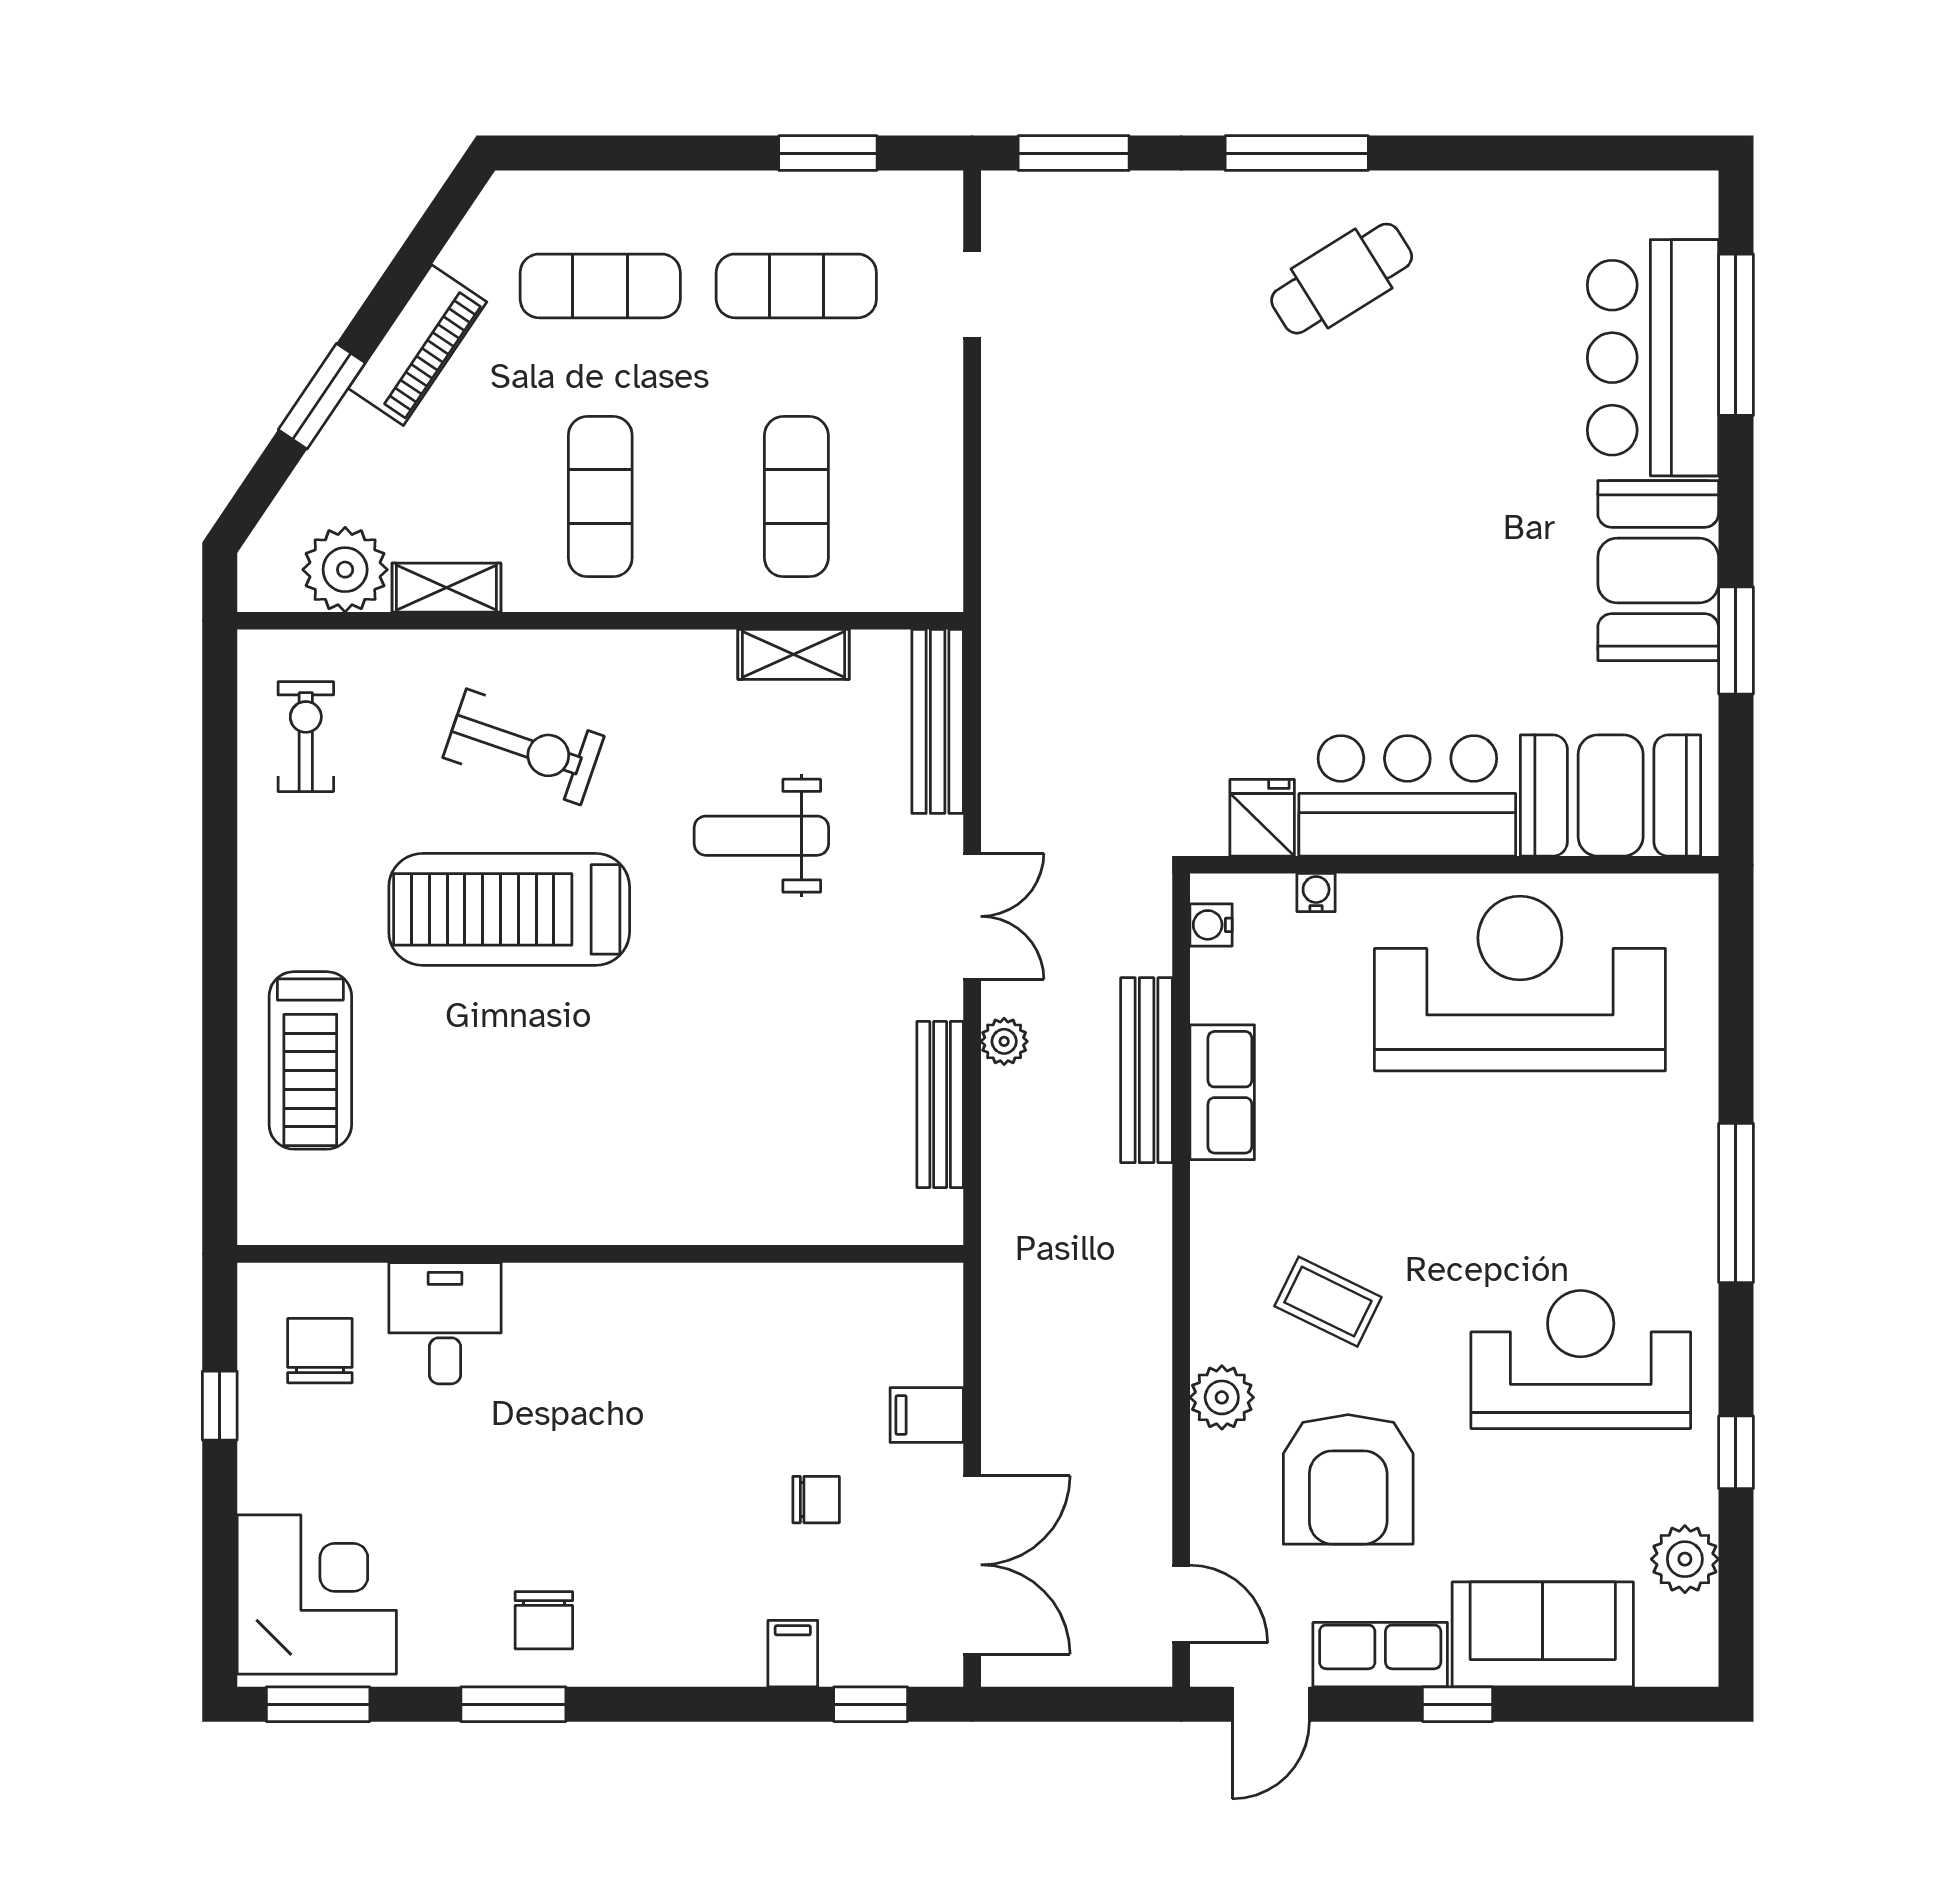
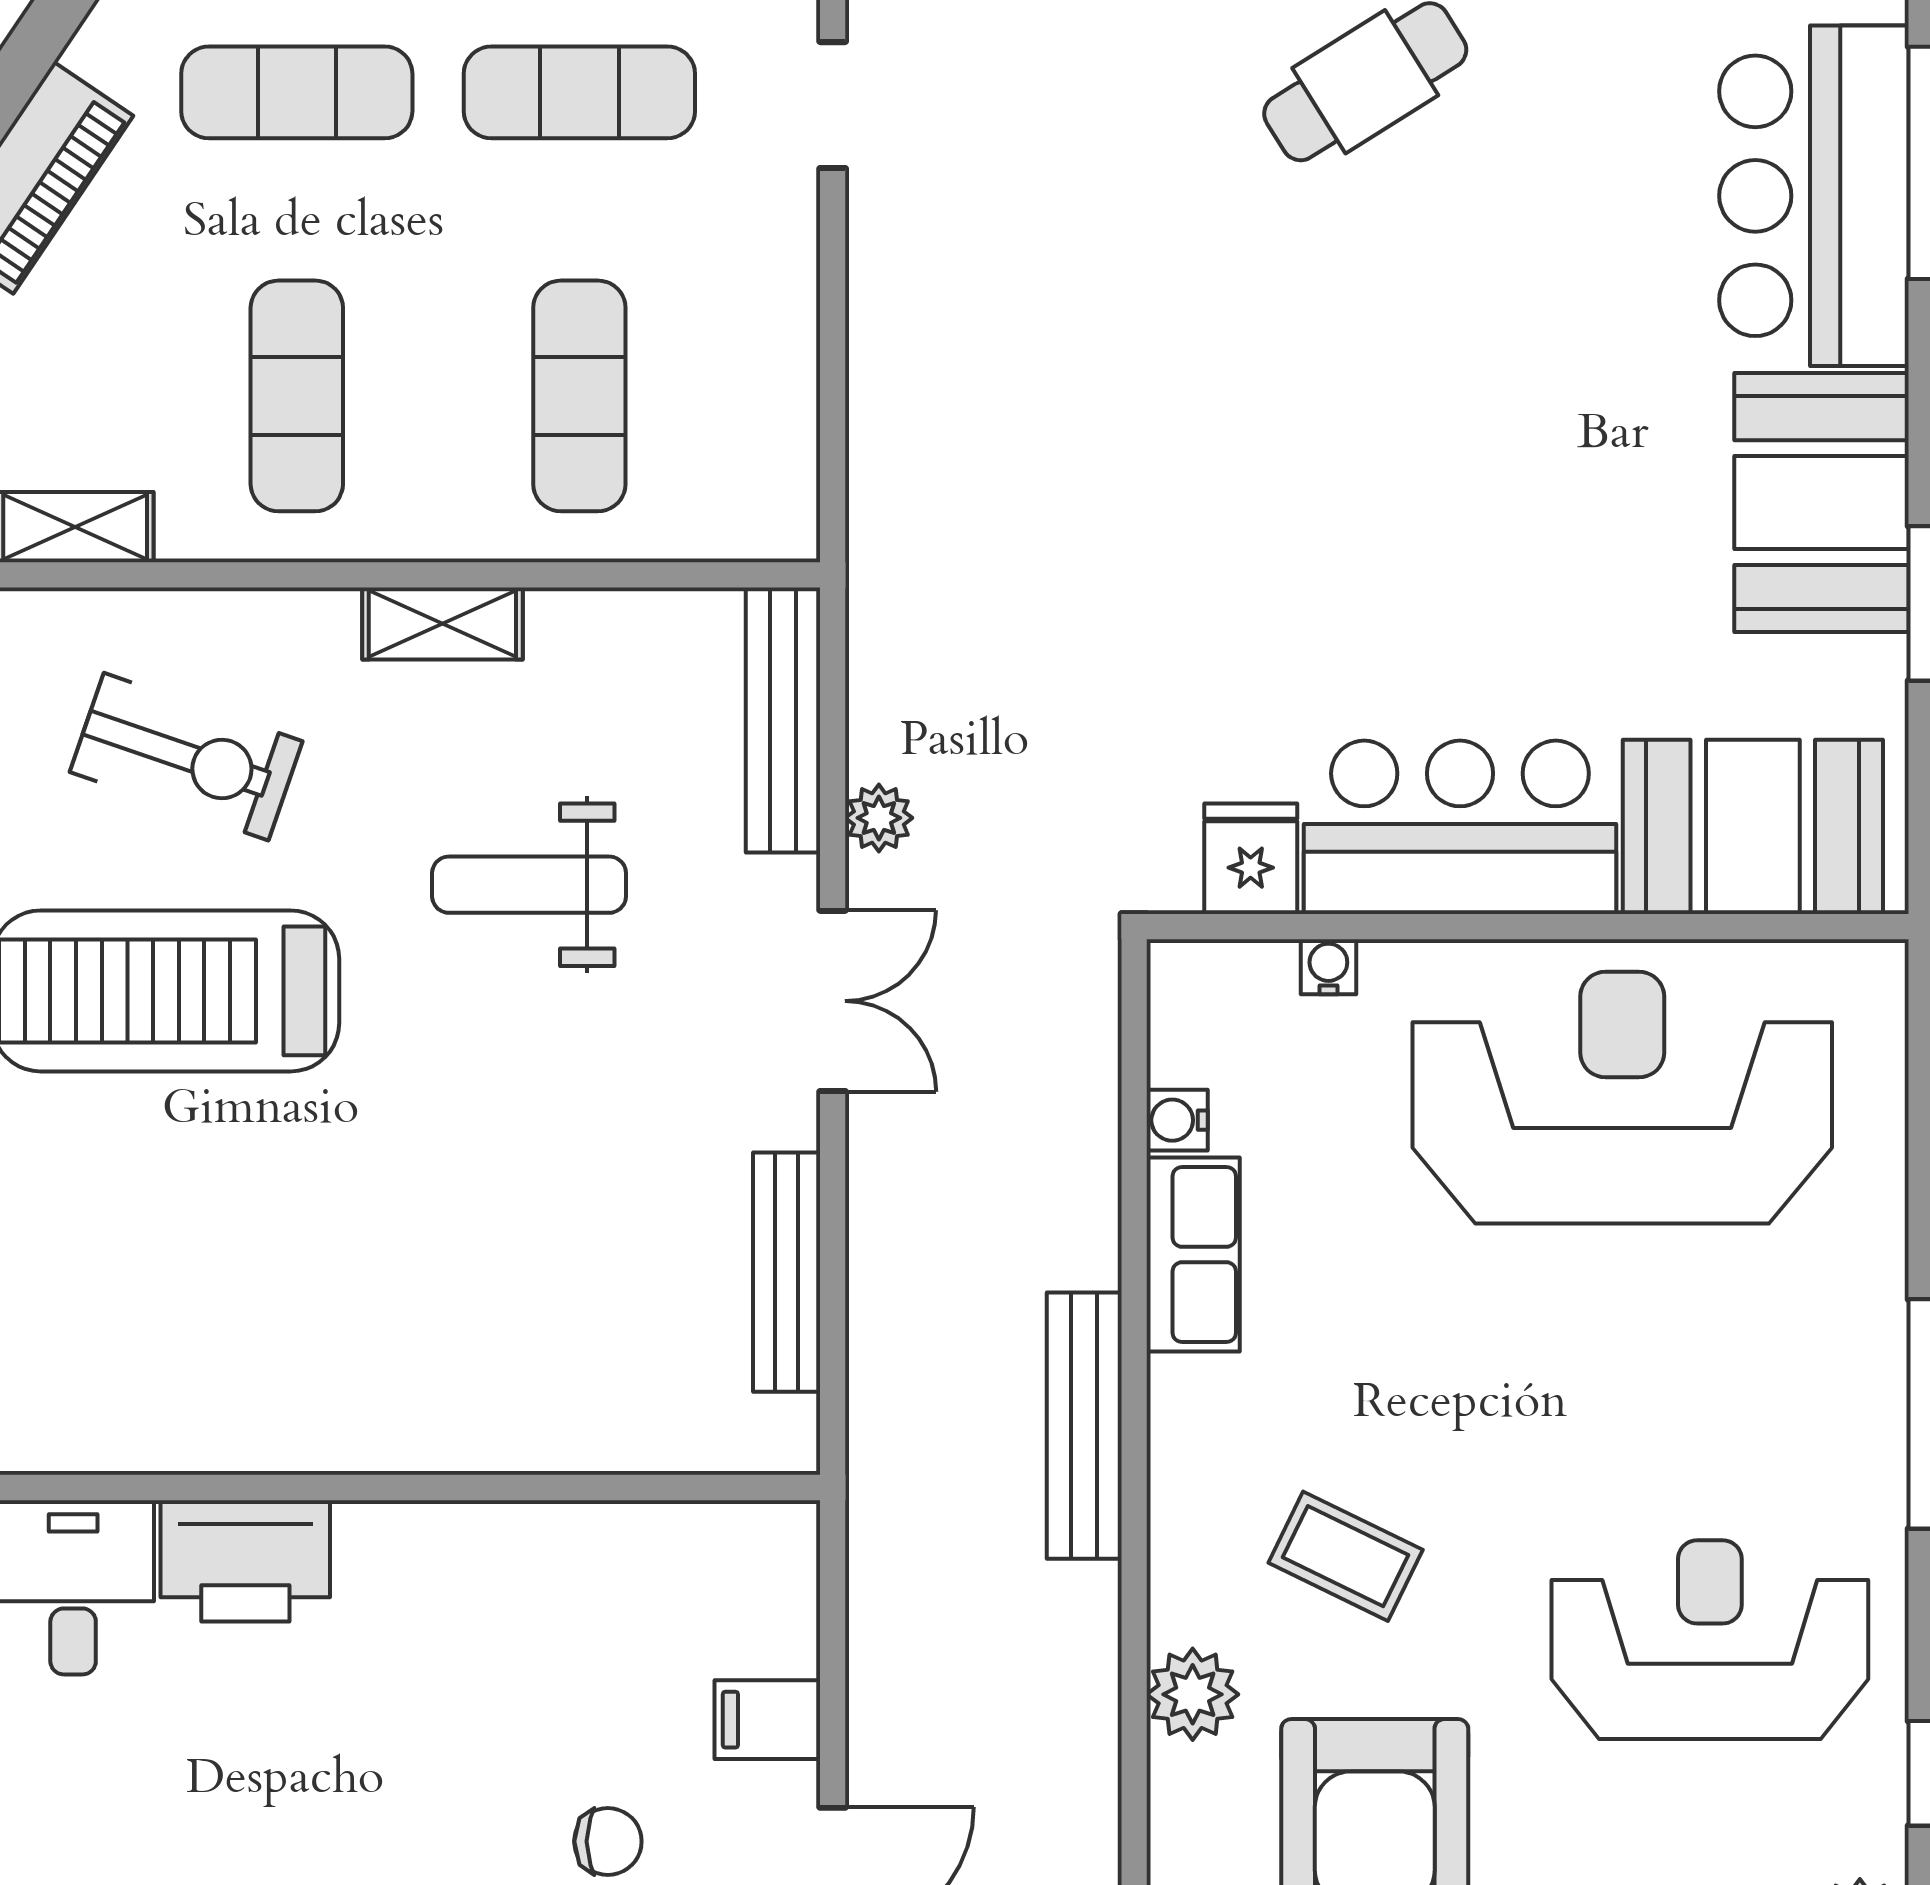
shelving: (794, 654) -> (442, 624), moved
water cooler: (1211, 925) -> (1177, 1120), moved
plant: (1004, 1041) -> (879, 818), moved
bench: (1147, 1070) -> (1084, 1426), moved
printer: (565, 1305) -> (245, 1561), added

